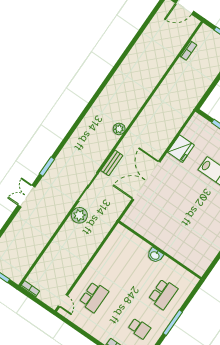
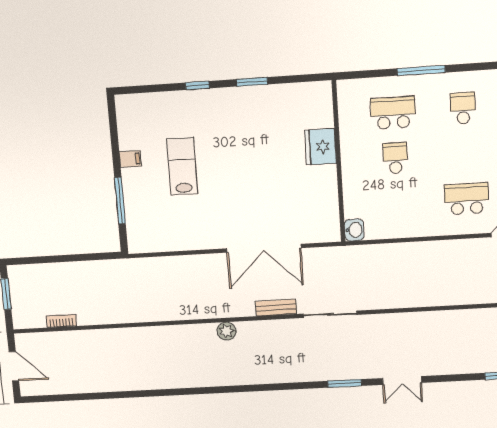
fridge: (181, 149) -> (320, 147), moved, turned -90
plant: (79, 215) -> (375, 297), removed
washbasin: (155, 255) -> (354, 230), moved
school desk: (140, 278) -> (395, 158), added

